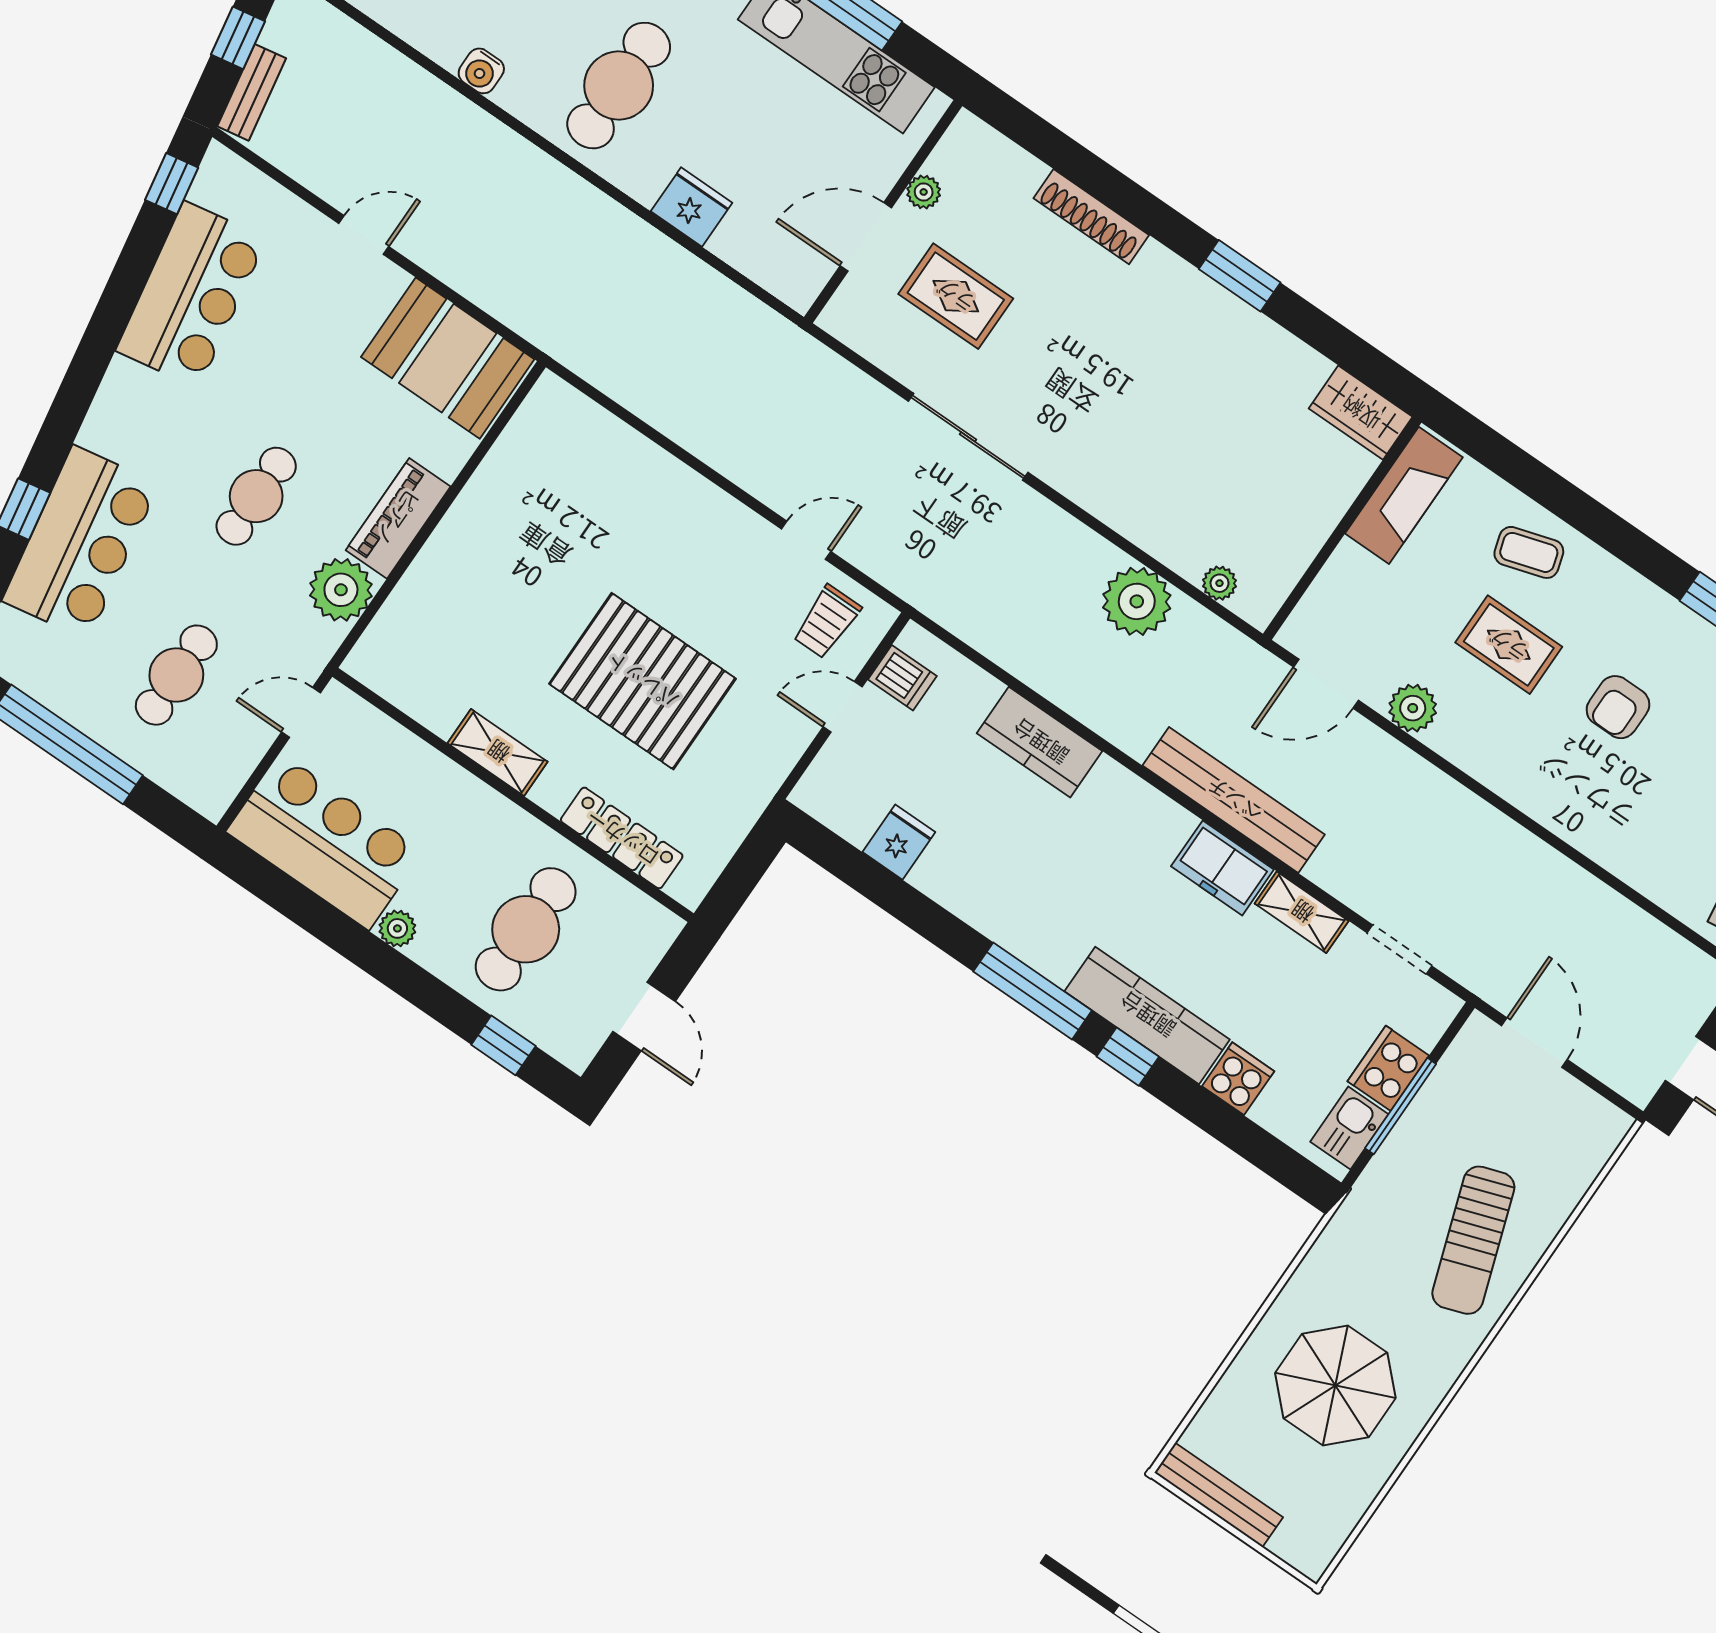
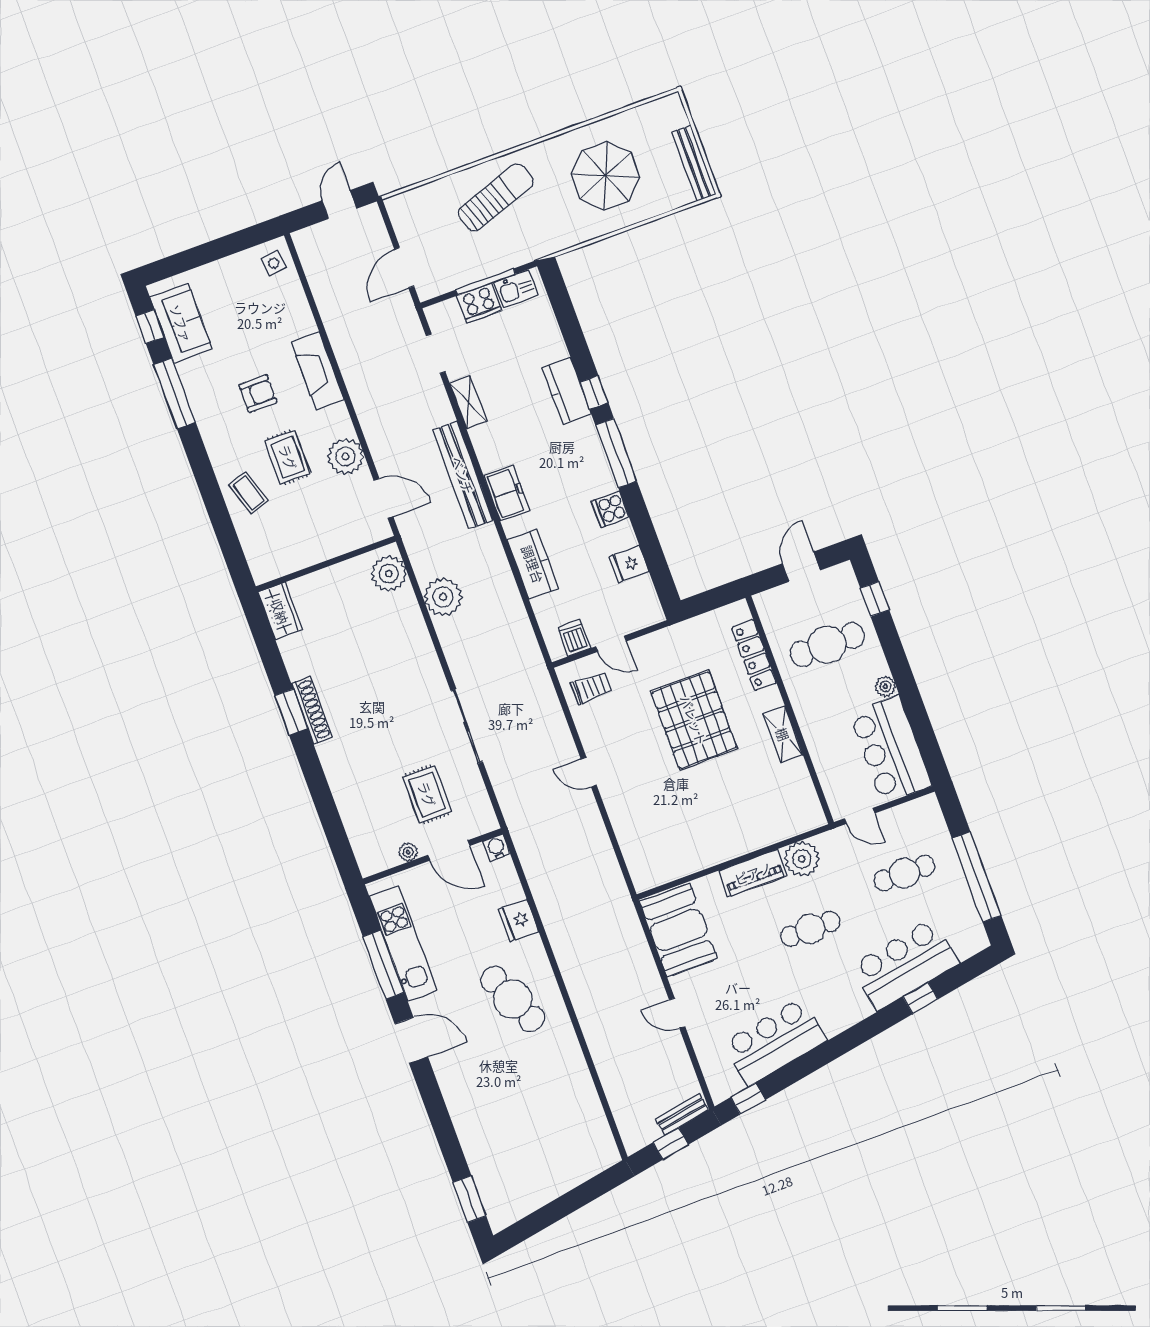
water cooler: (481, 71) -> (497, 848), moved, turned -90
cafe table: (619, 86) -> (513, 999), turned 66
shoe rack: (1091, 217) -> (312, 710), moved
fireplace: (1404, 495) -> (318, 371), moved, turned -90
door: (806, 540) -> (589, 772), moved
plant: (1219, 583) -> (389, 574), width x1.87, depth x1.87
plant: (1413, 708) -> (346, 456), width x1.36, depth x1.36
freezer: (1222, 868) -> (507, 493), moved
kitchen counter: (1147, 1015) -> (567, 391), width x0.67
cooker: (1238, 1079) -> (610, 509), moved

